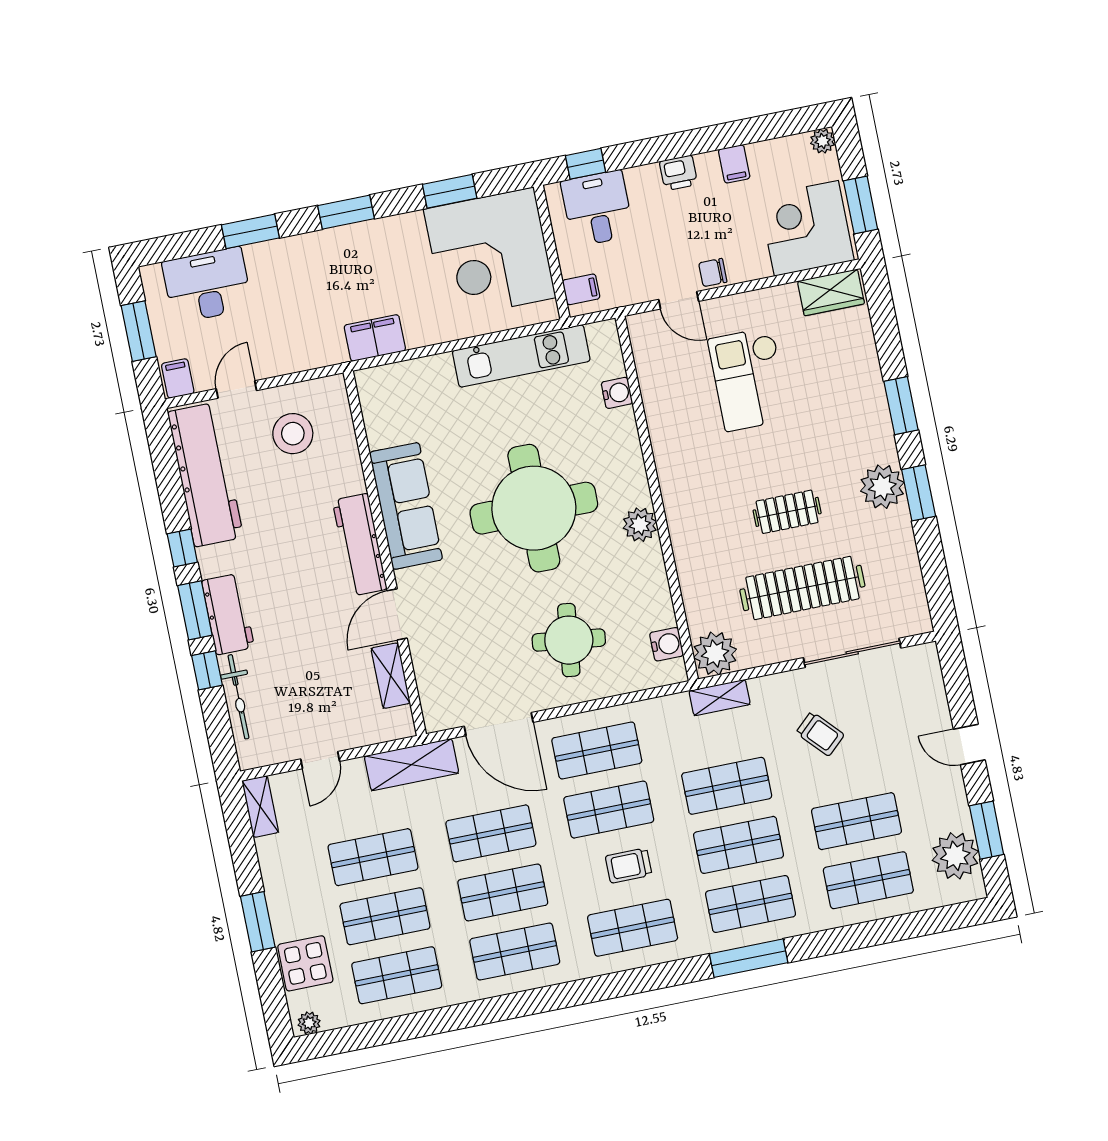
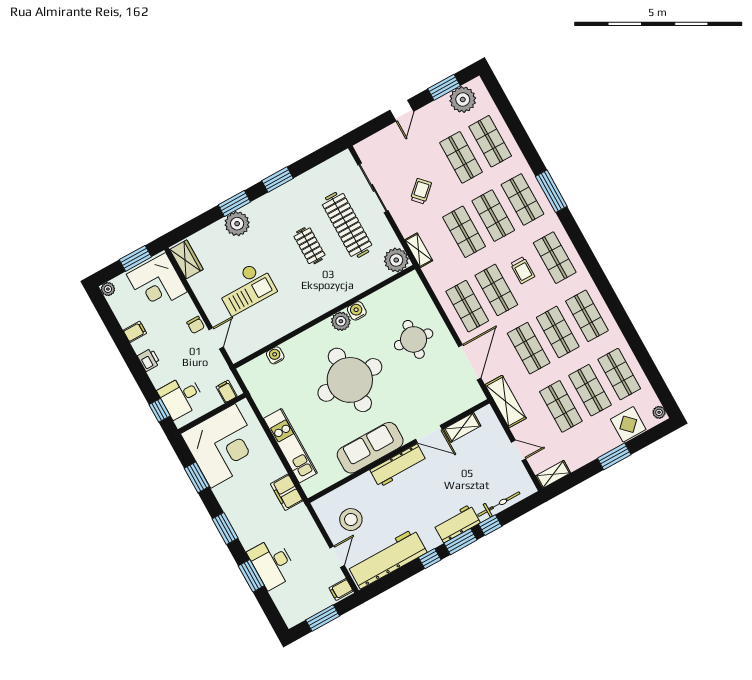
desk: (207, 285) -> (272, 563), moved
kitchen unit: (521, 356) -> (290, 446), moved
door: (236, 390) -> (337, 557), swing flipped
plant: (882, 487) -> (237, 224), moved
water cooler: (667, 644) -> (357, 311), moved

